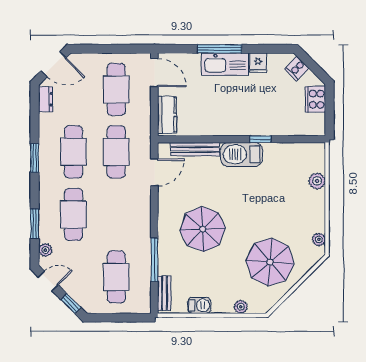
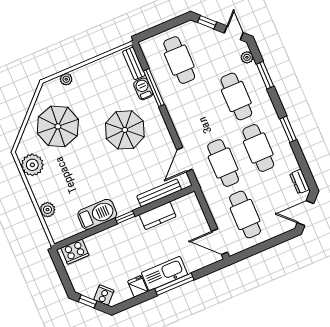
window: (316, 69) -> (88, 301), added
cooker: (315, 99) -> (75, 252), moved, turned 90
kitchen counter: (167, 115) -> (158, 216), moved, turned -90
window: (260, 139) -> (125, 217), moved
barbecue: (242, 154) -> (97, 214), moved
plant: (319, 239) -> (32, 165), width x1.88, depth x1.88
door: (48, 281) -> (234, 33), swing flipped
barbecue: (199, 305) -> (143, 89), moved, turned 90

